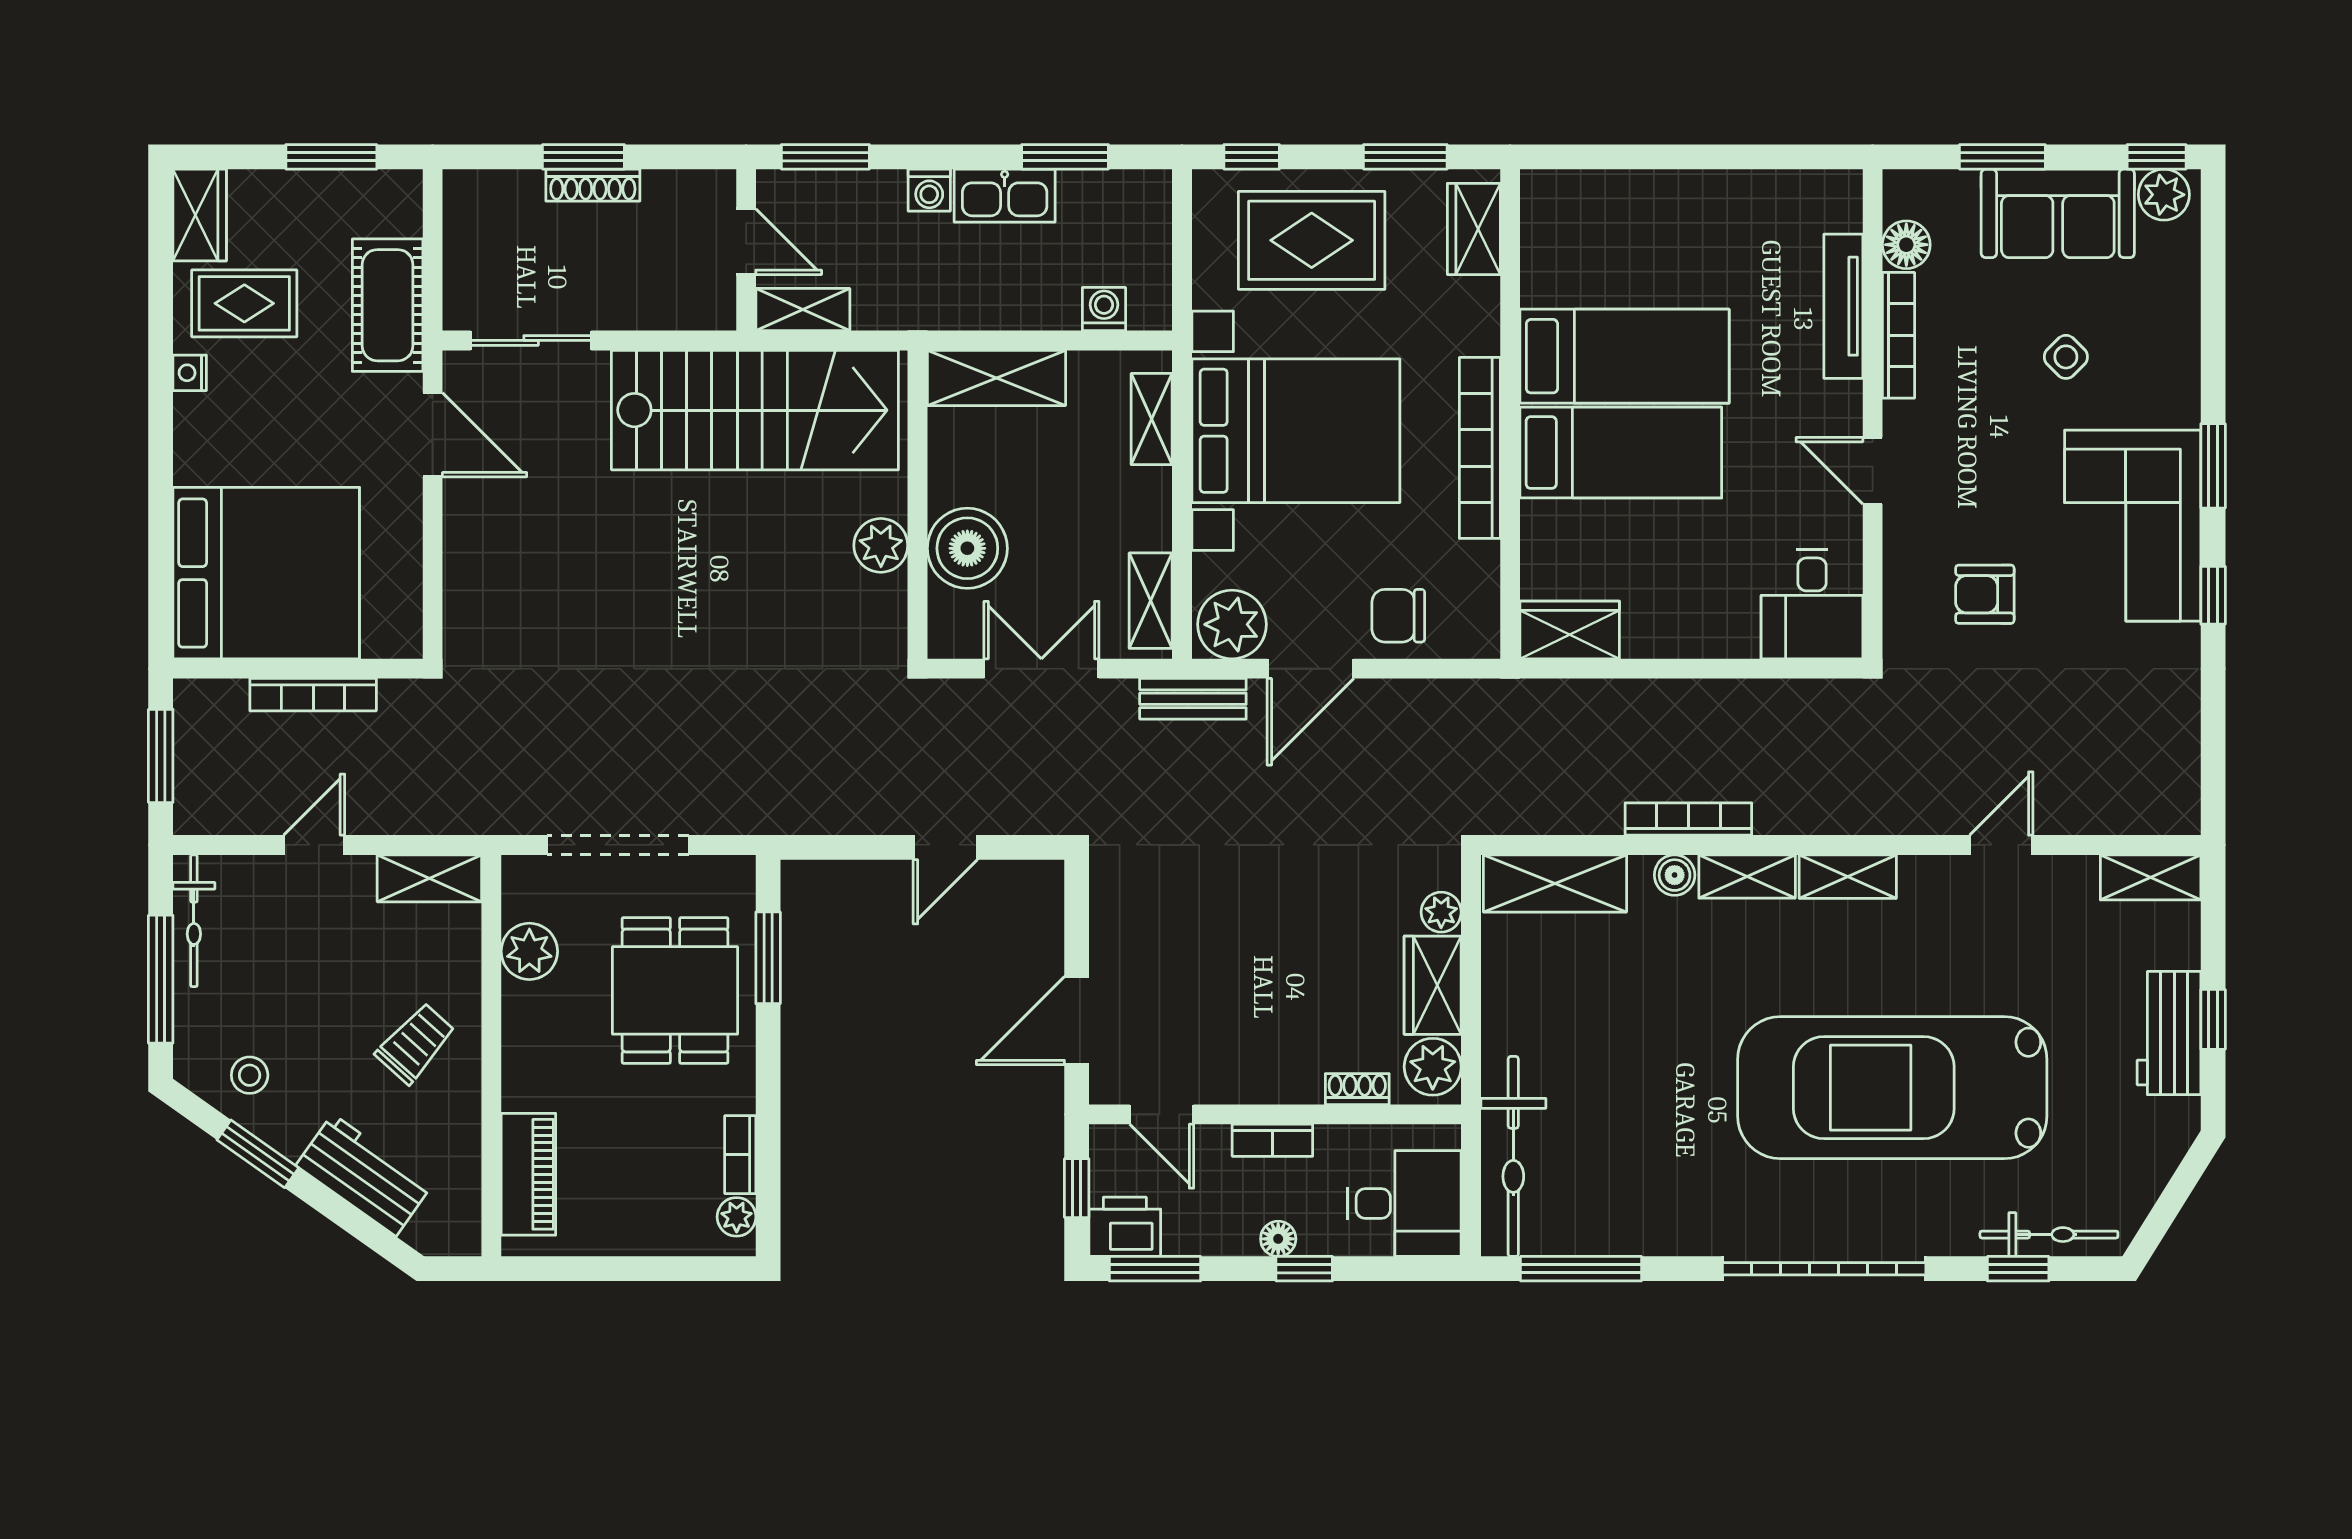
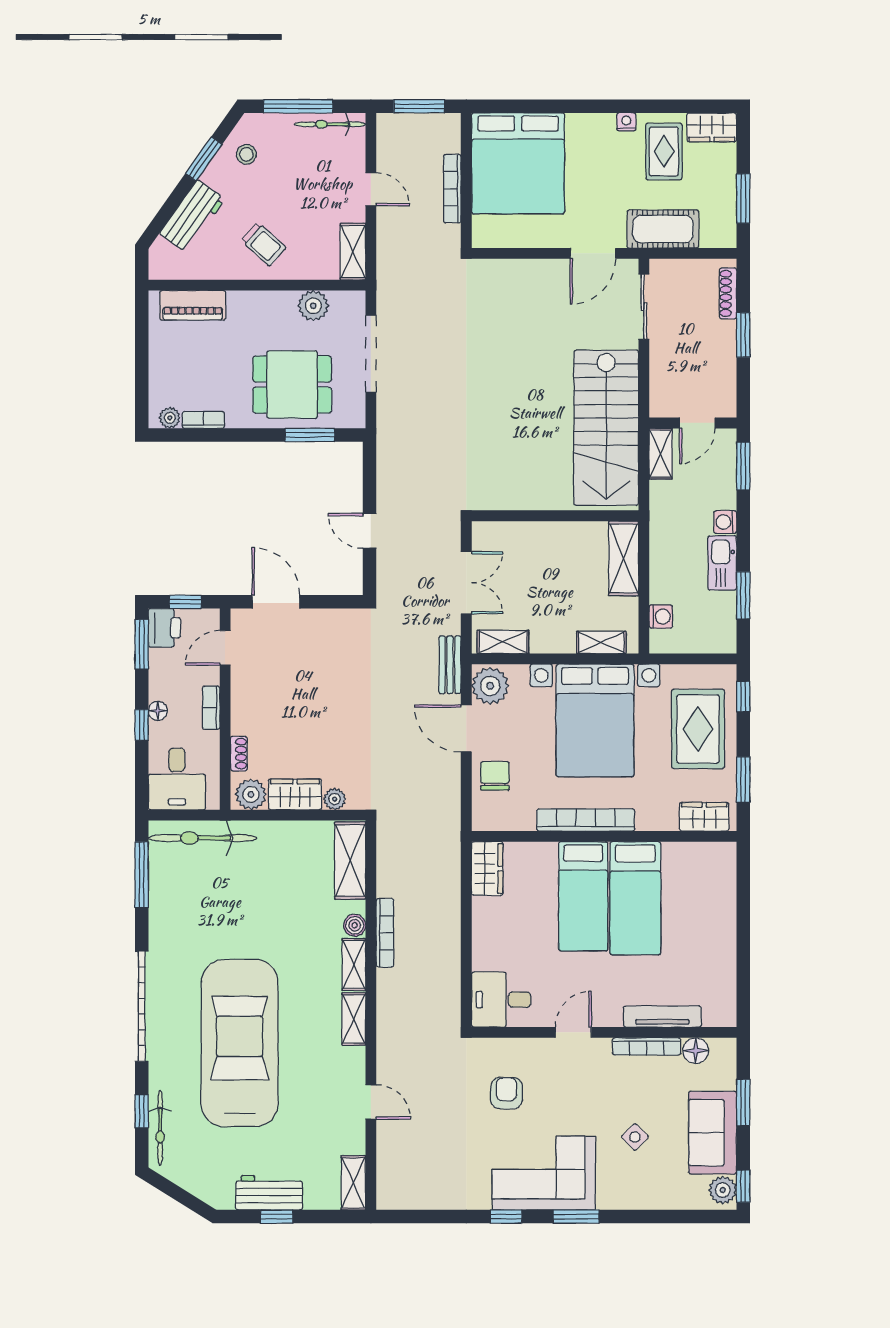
shoe rack: (593, 185) -> (728, 293), moved
plant: (881, 545) -> (533, 496), removed
boiler: (967, 548) -> (531, 543), removed

